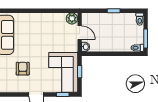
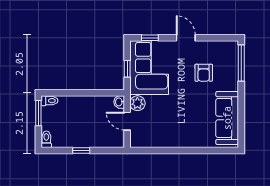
plant: (72, 18) -> (137, 103), moved

